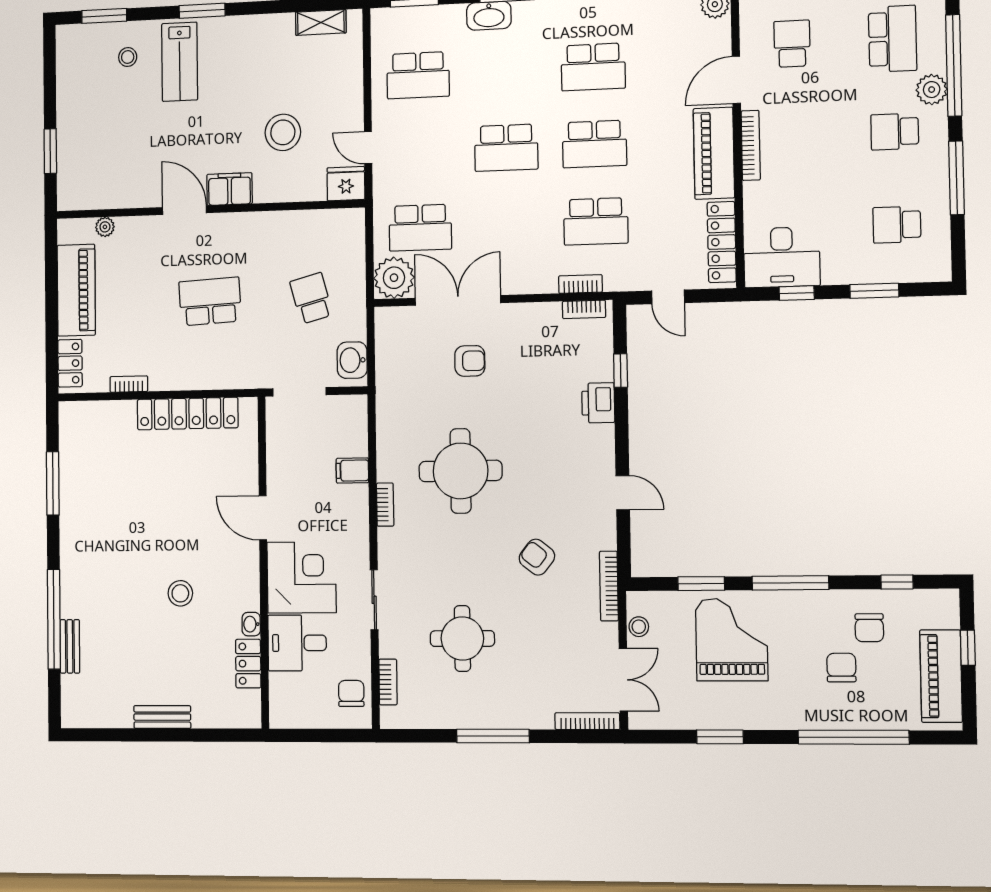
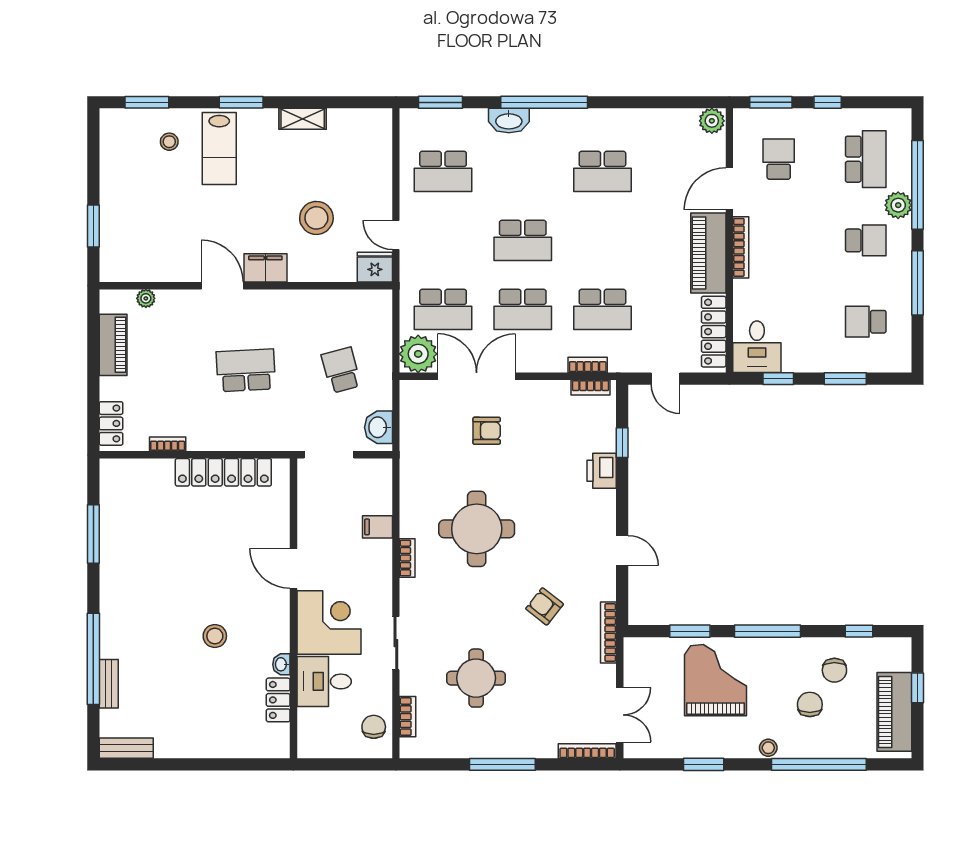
shelving: (321, 22) -> (303, 119), moved
school desk: (895, 132) -> (866, 240), turned 180
school desk: (595, 144) -> (523, 309), moved
desk: (782, 257) -> (757, 347), width x0.73
piano: (76, 290) -> (113, 345), width x0.73, depth x0.75
stool: (639, 627) -> (768, 748), moved
bench: (162, 717) -> (126, 748), moved

